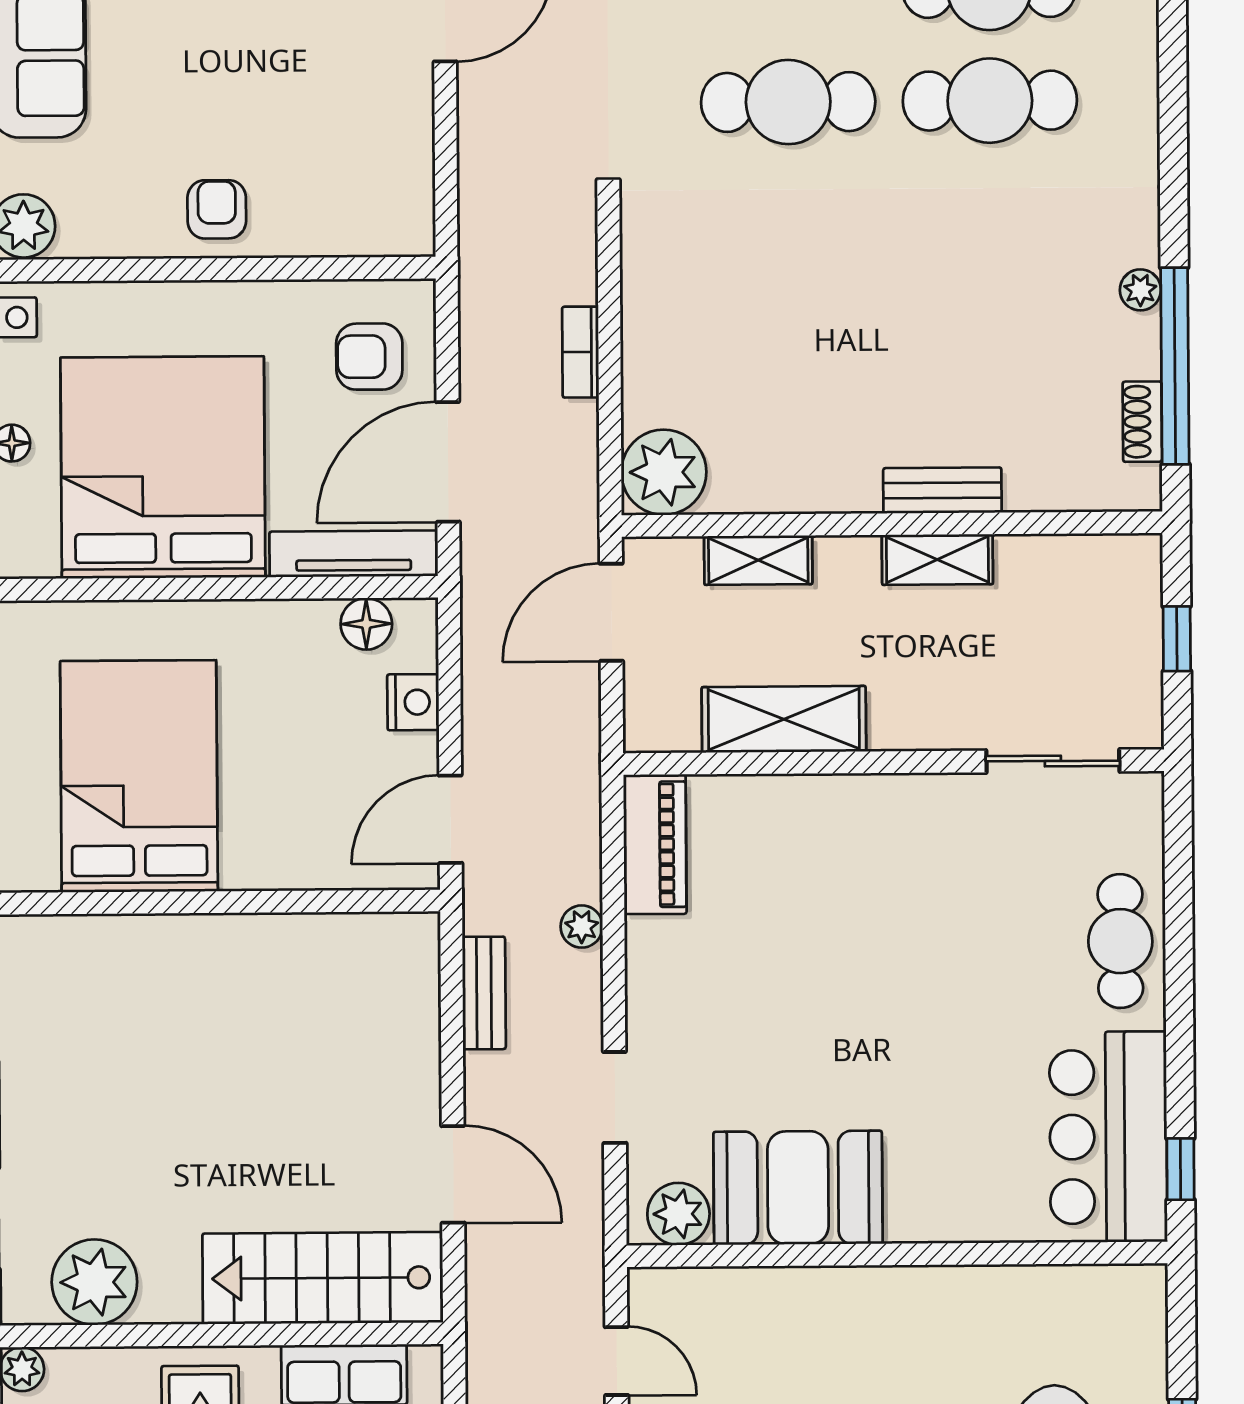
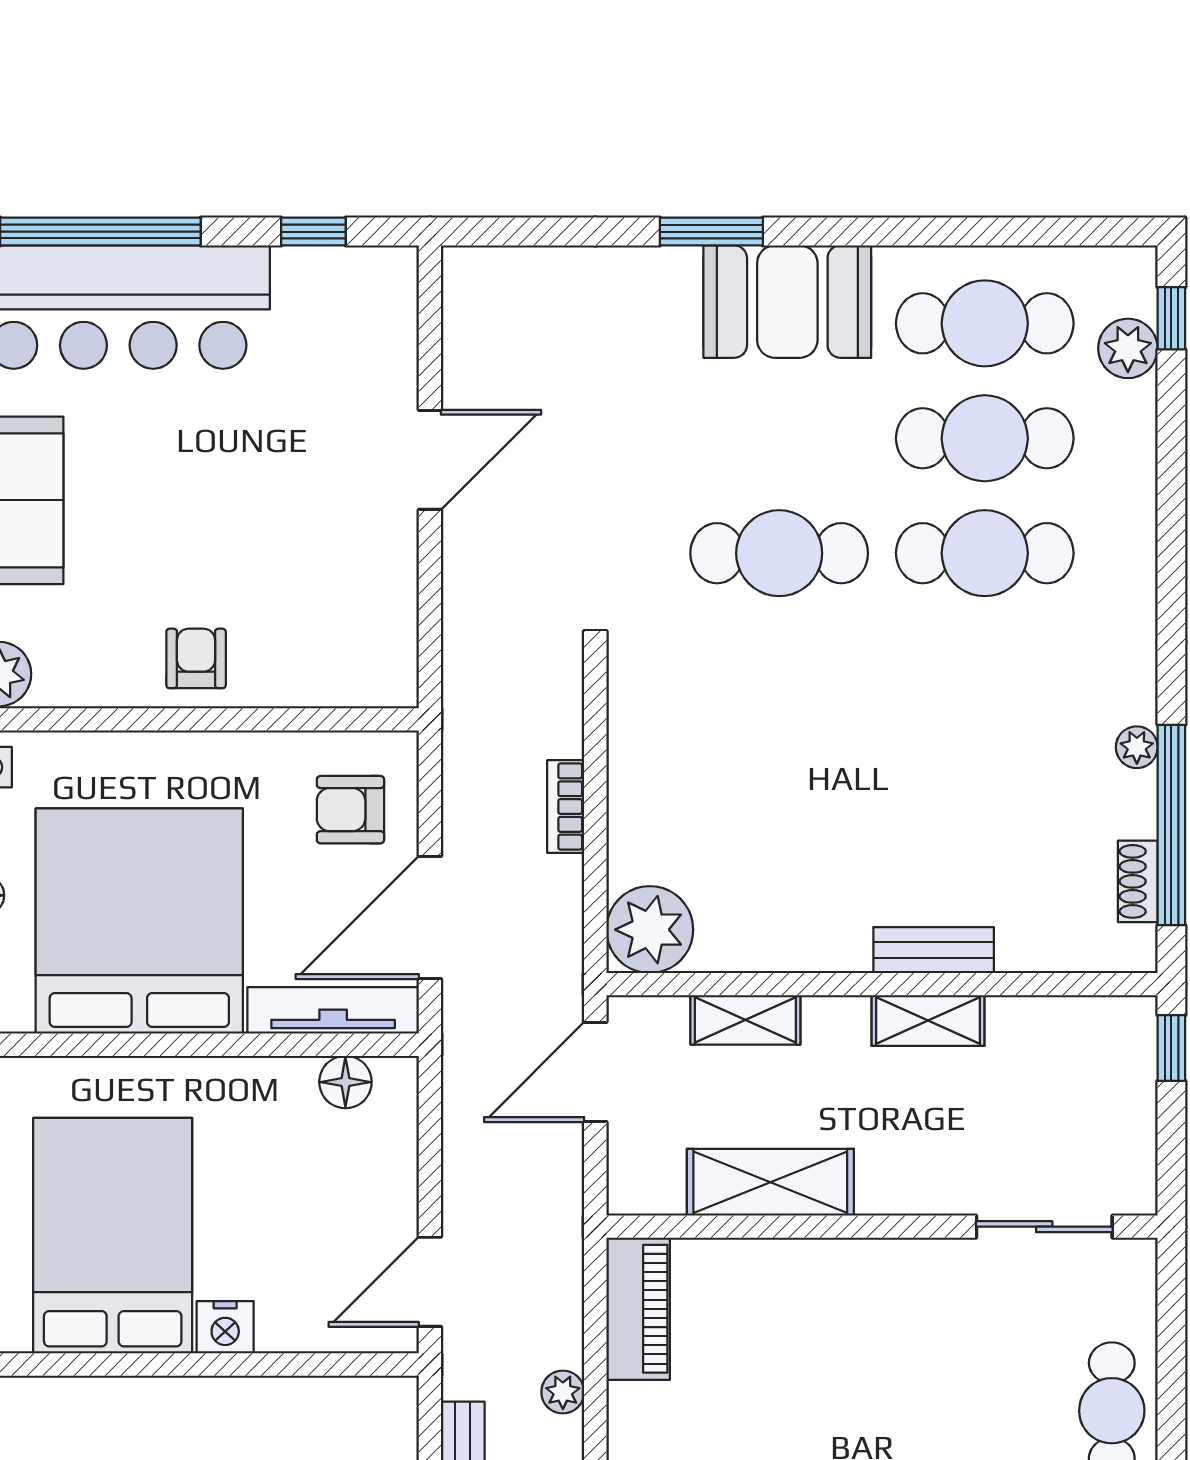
window: (1177, 639) -> (1171, 1048), moved
nightstand: (413, 702) -> (225, 1327), moved, turned 90

